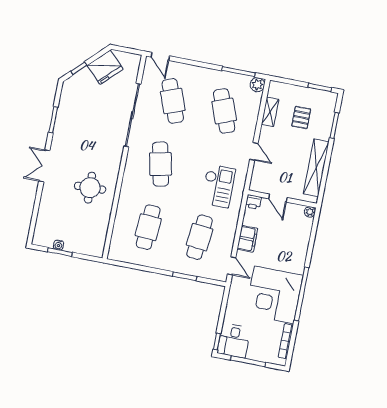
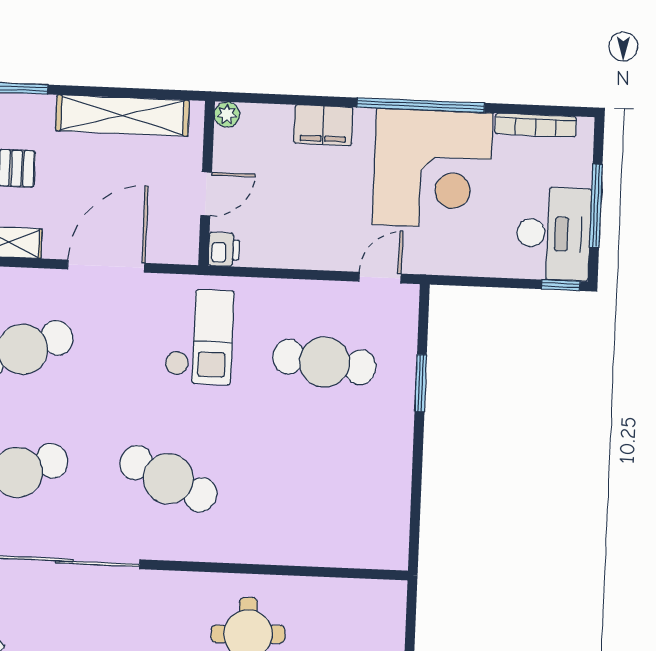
door: (254, 151) -> (106, 266), width x1.88
cafe table: (160, 164) -> (168, 479), turned 36
checkout: (218, 186) -> (199, 337), turned 90
cafe table: (148, 227) -> (319, 485), removed
filing cabinet: (247, 239) -> (323, 125), moved, turned 180
desk: (234, 341) -> (553, 234), width x1.37

